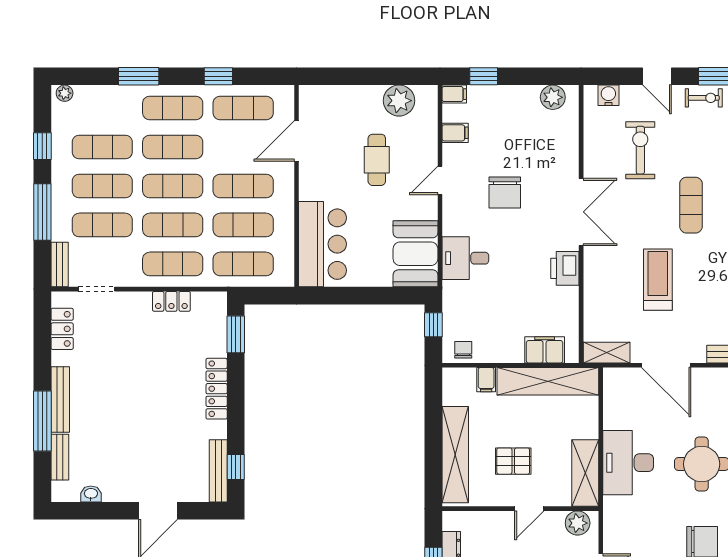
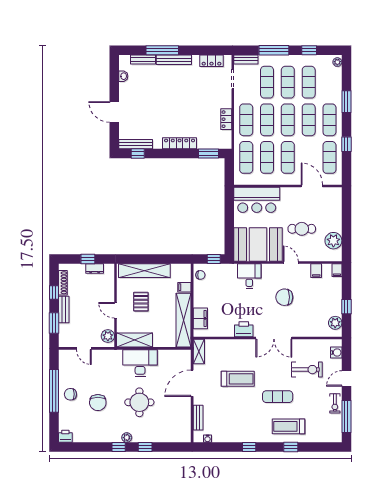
window: (484, 76) -> (346, 307), moved
booth: (415, 254) -> (258, 244), width x1.36, depth x1.42

